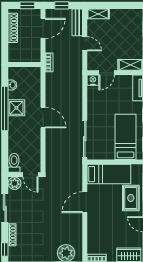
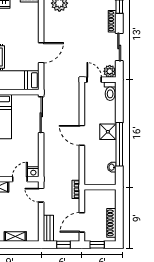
shelving: (98, 14) -> (15, 237), moved
door: (85, 44) -> (41, 195), moved
shower: (16, 108) -> (108, 132), moved

